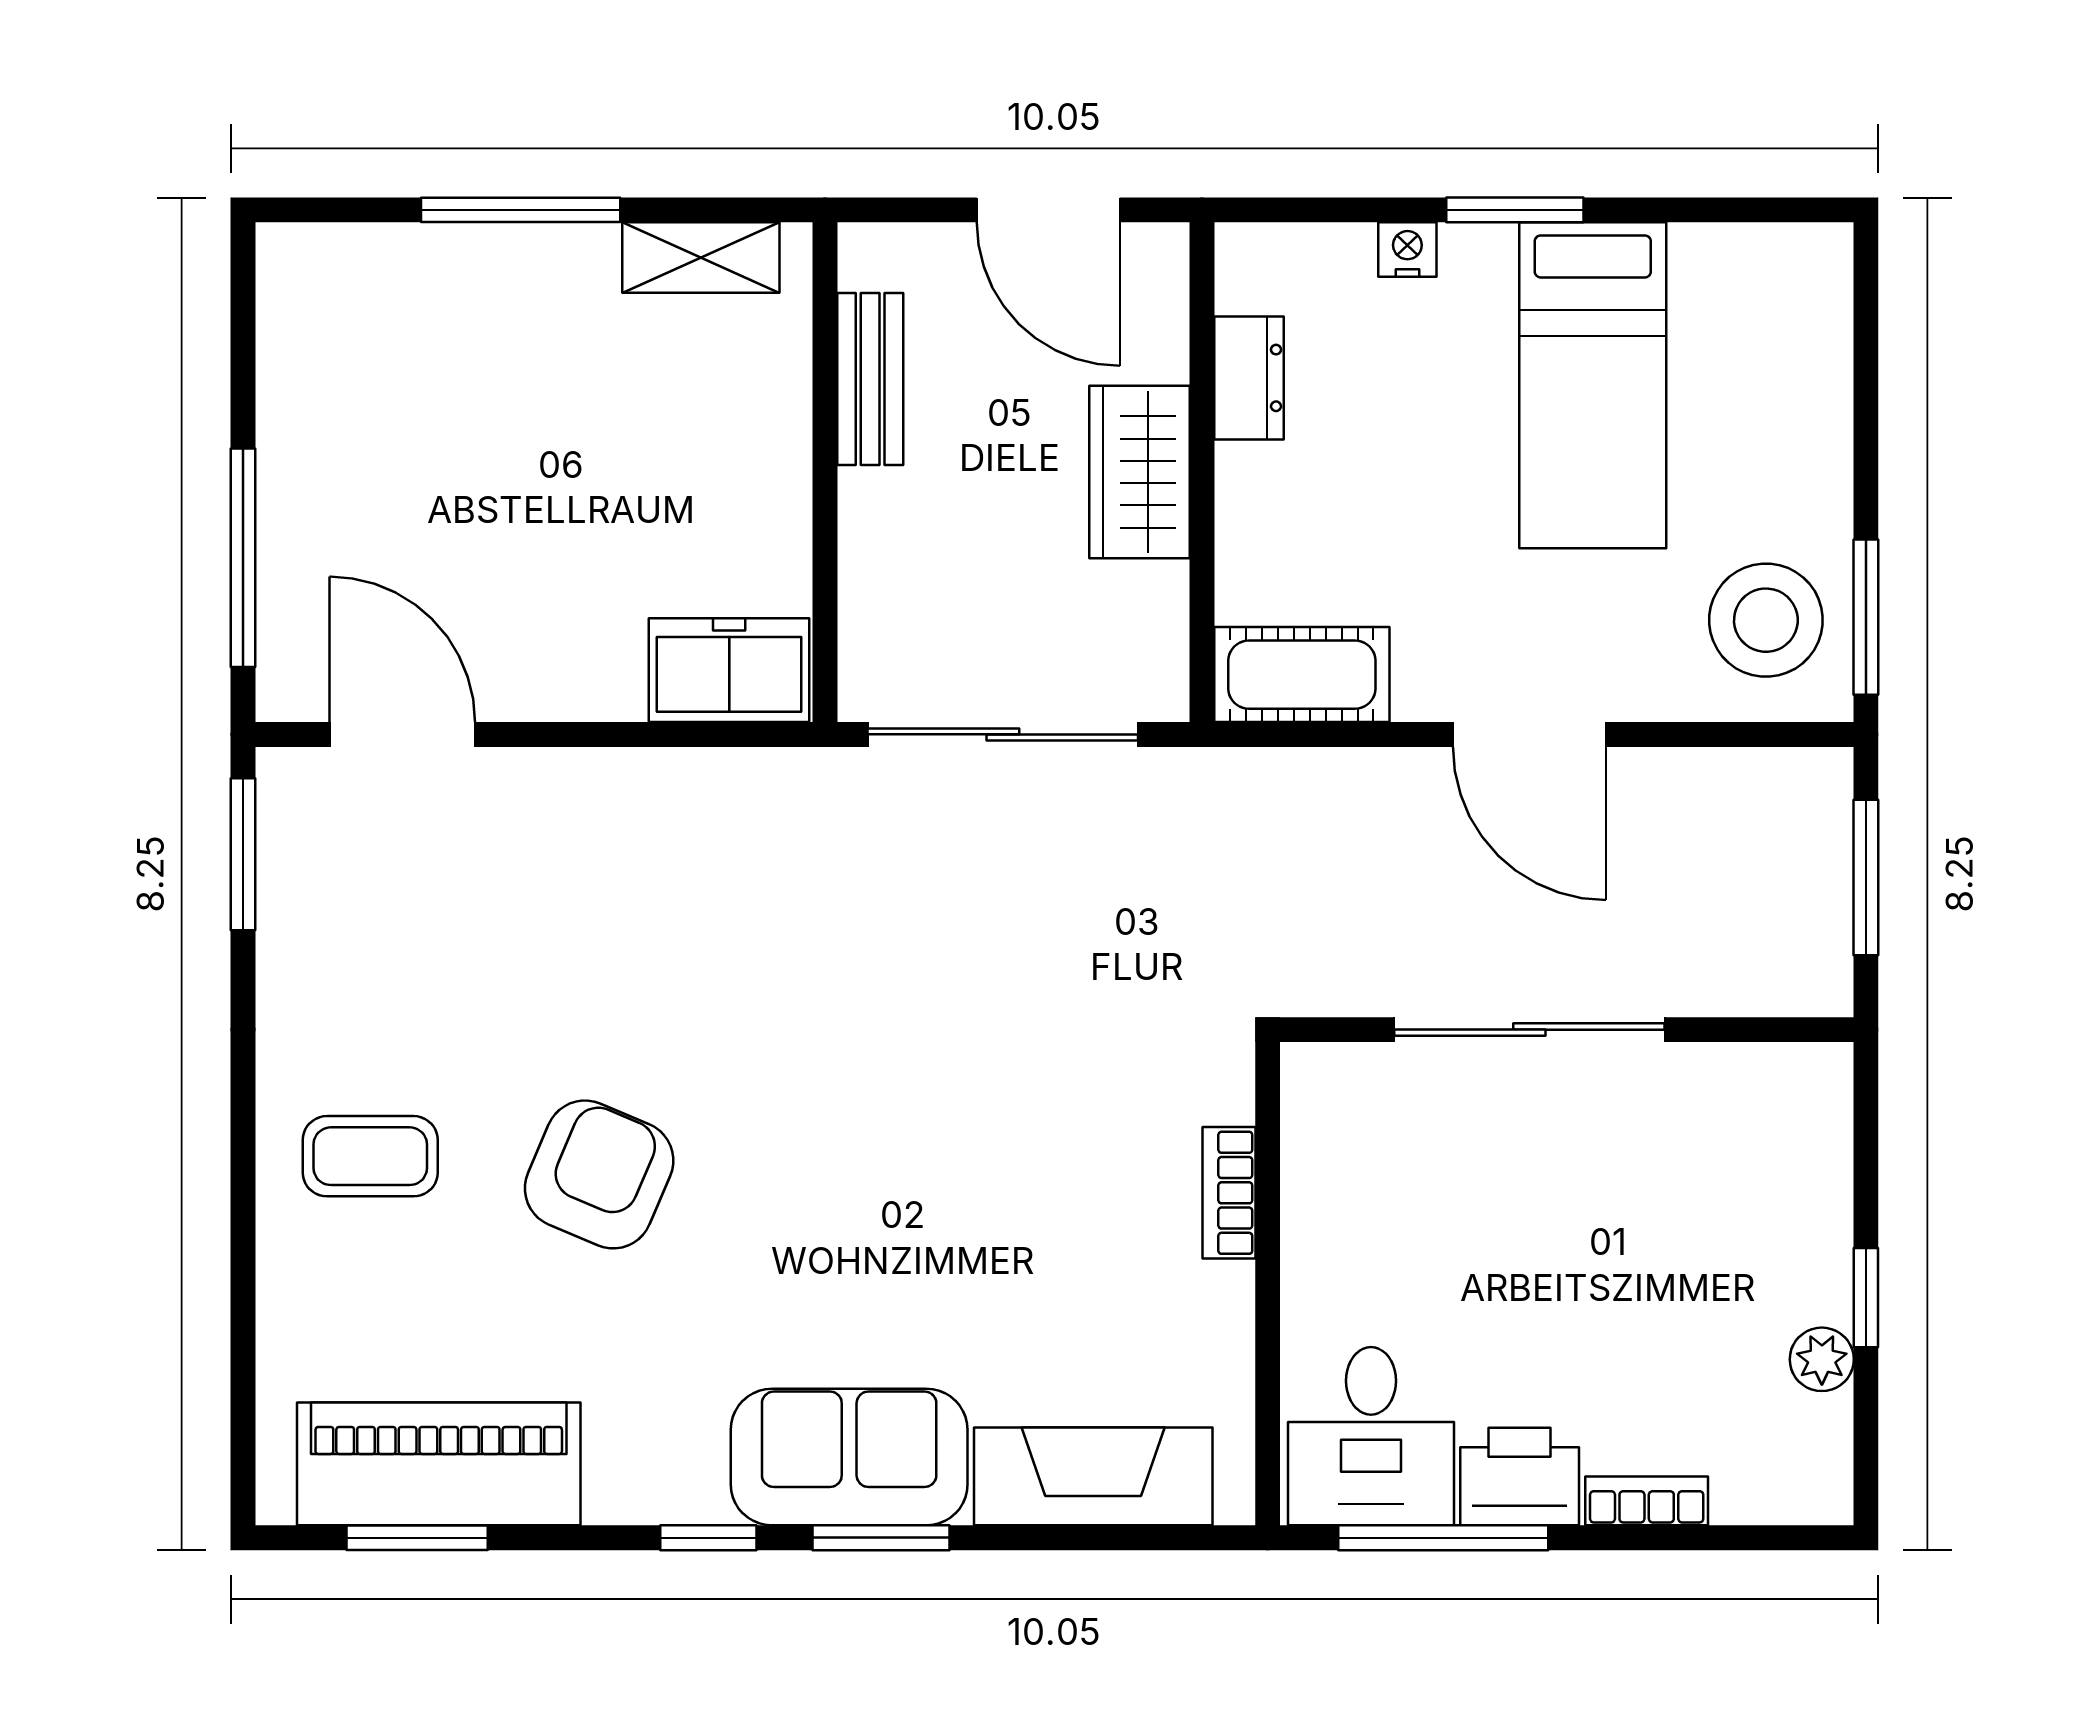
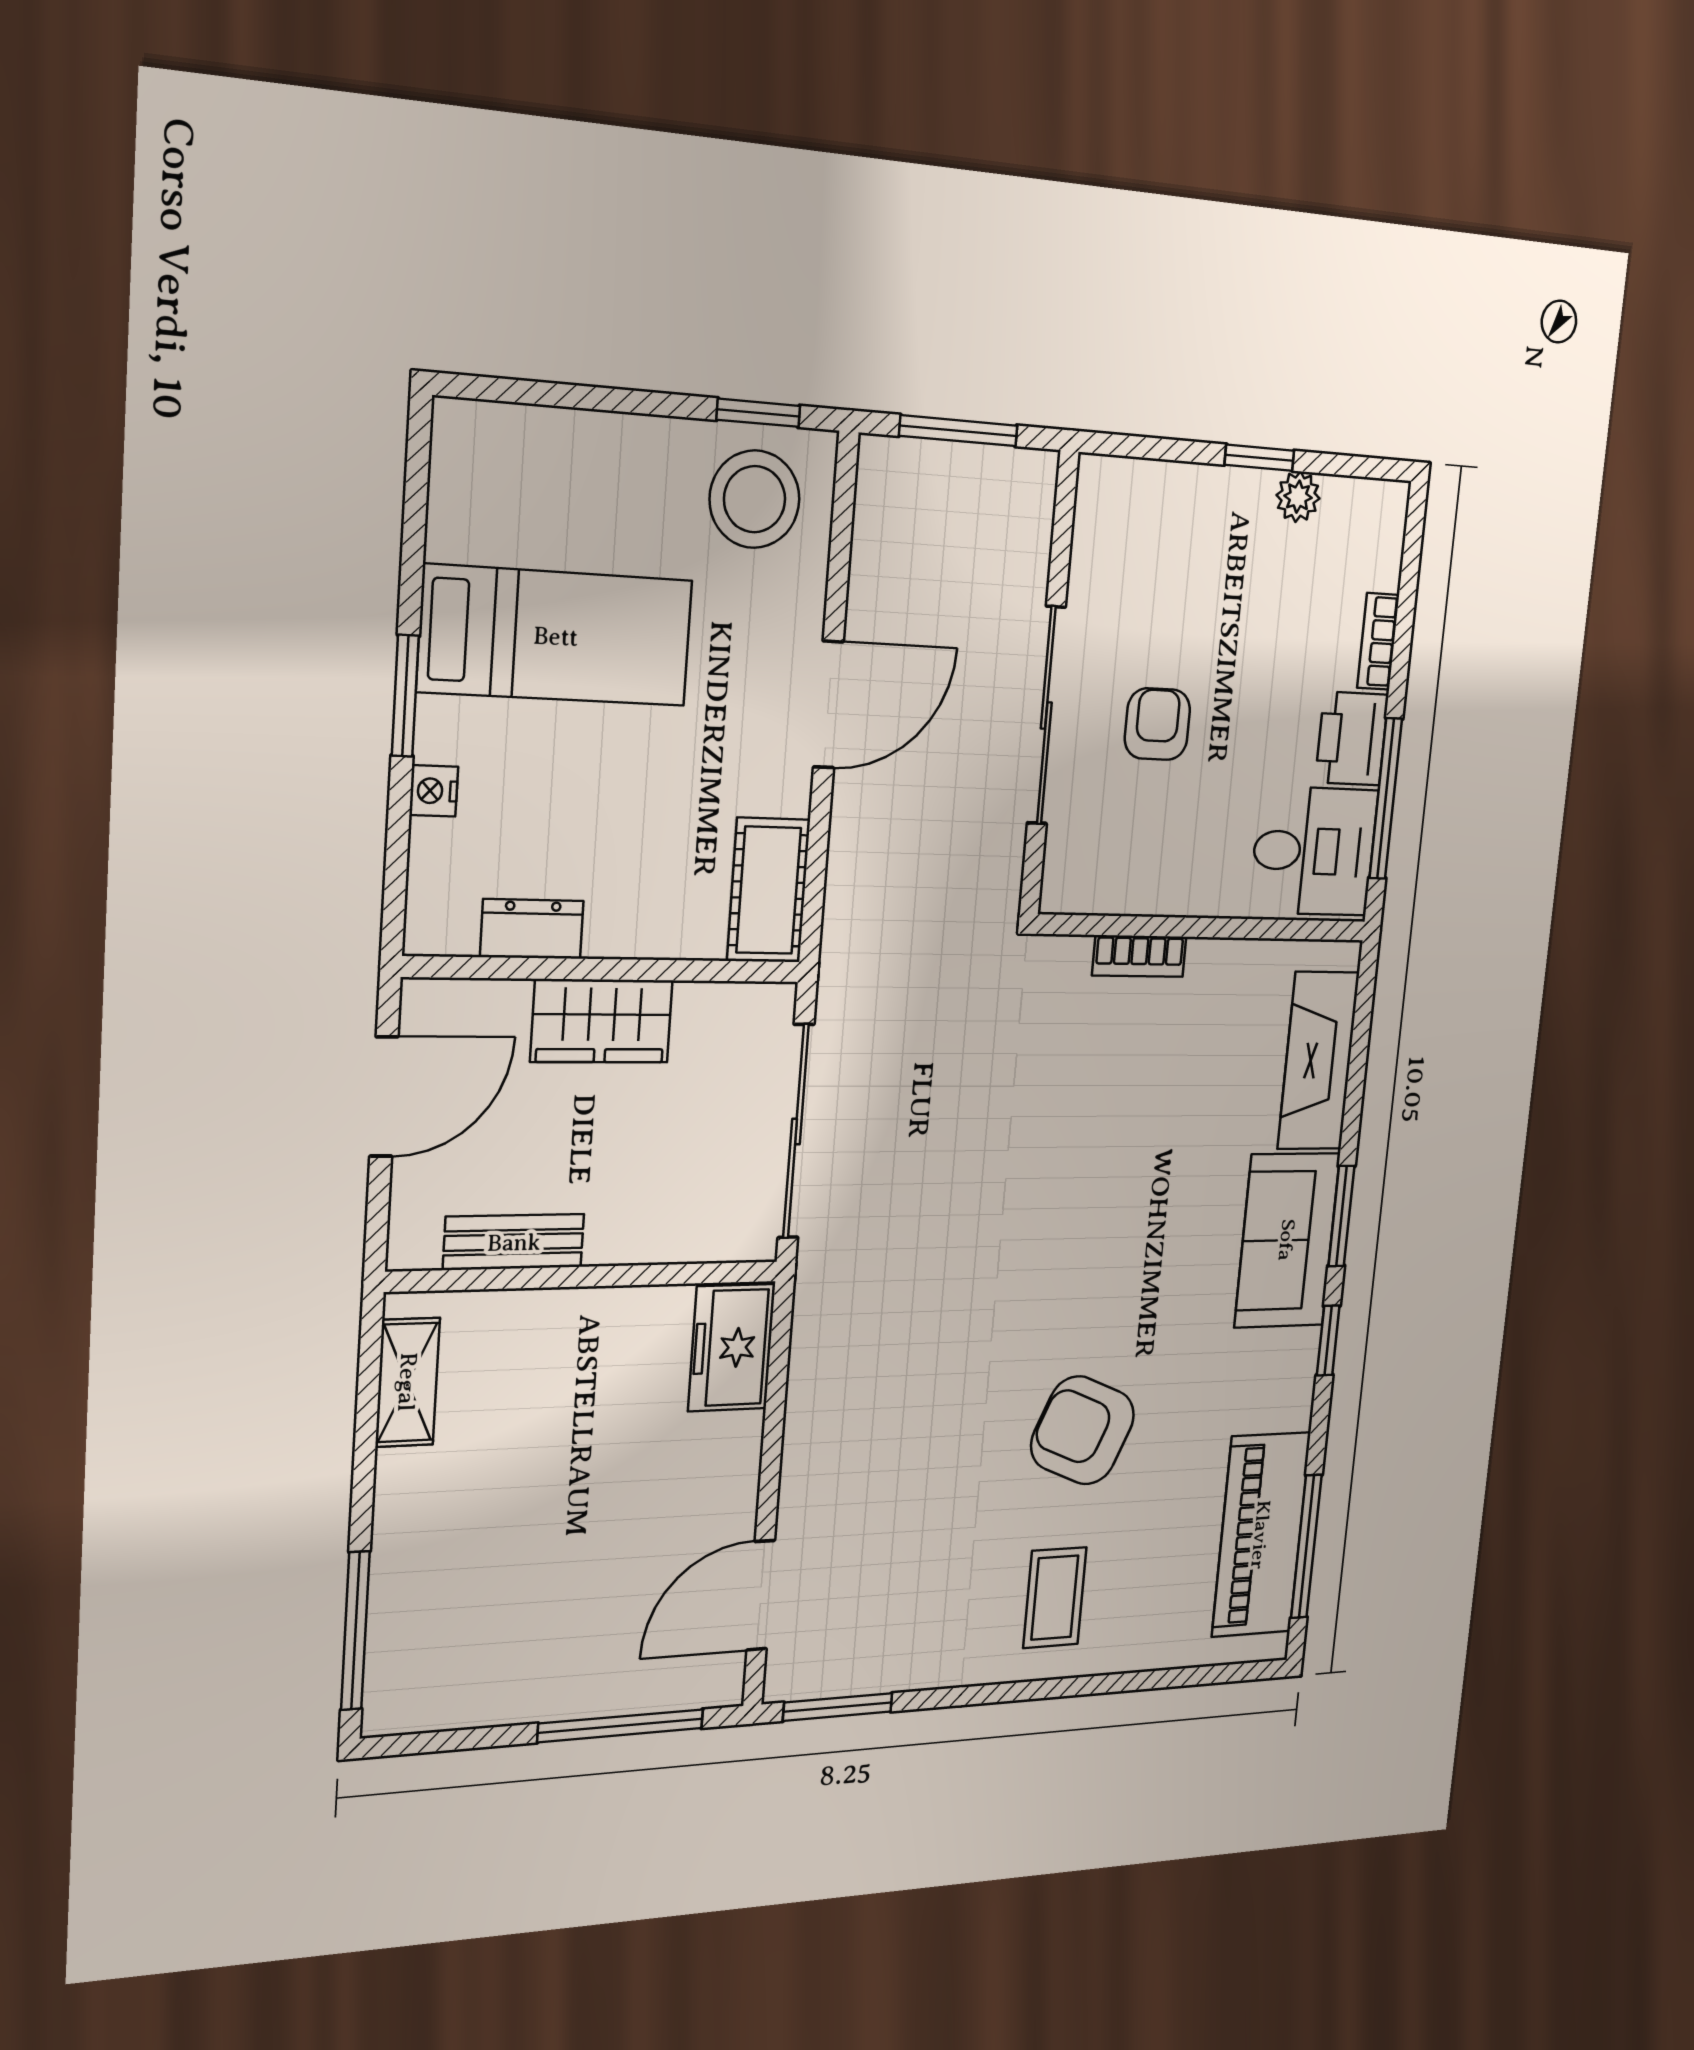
window: (521, 210) -> (355, 1631), moved
window: (1866, 617) -> (758, 413), width x0.67
armchair: (1526, 1187) -> (1157, 724), added
window: (417, 1538) -> (1306, 1547), width x1.44

